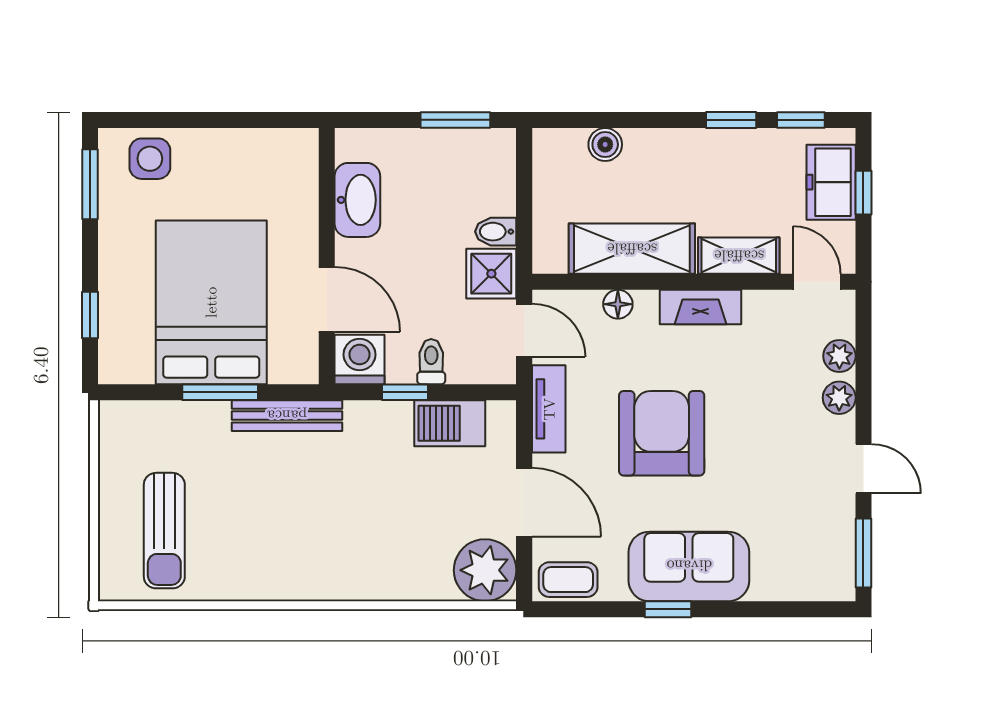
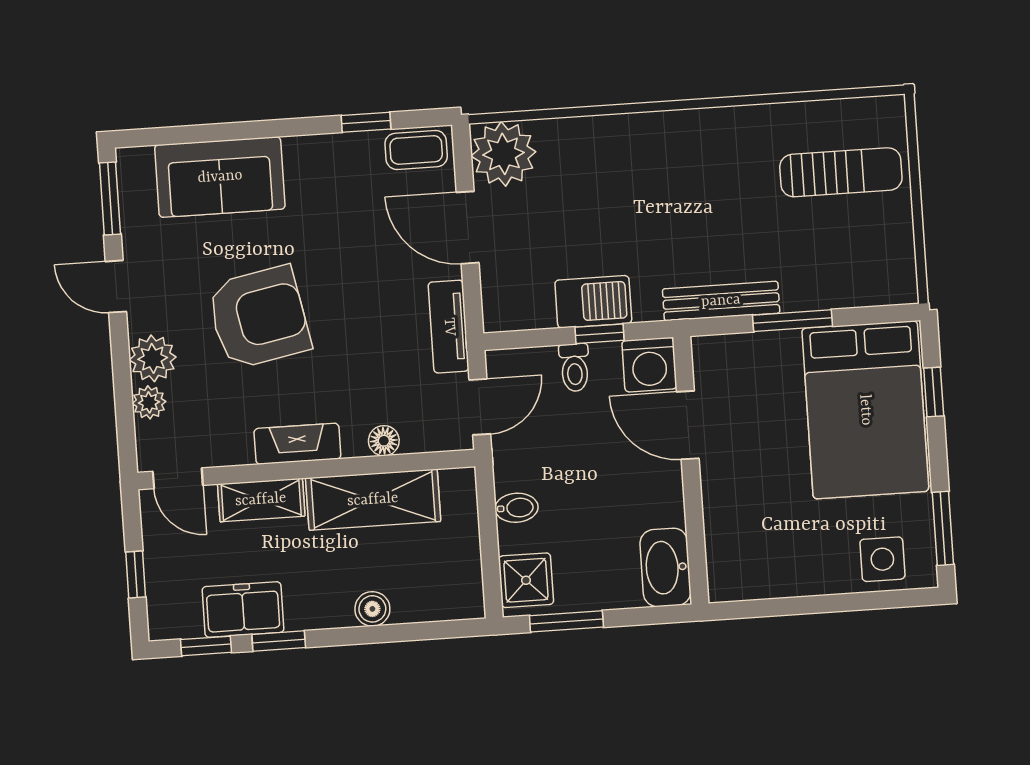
boiler: (605, 144) -> (372, 609), moved
freezer: (831, 182) -> (243, 609), moved, turned -90
washbasin: (357, 200) -> (665, 567), moved
shower: (491, 274) -> (526, 580), moved
bed: (211, 302) -> (865, 410), moved
door: (524, 330) -> (480, 407), swing flipped
plant: (839, 398) -> (153, 358), width x1.38, depth x1.38
barbecue: (450, 423) -> (593, 302), moved
armchair: (662, 433) -> (259, 317), moved, turned -101
sun lounger: (164, 531) -> (841, 172), turned 90
sofa: (689, 566) -> (220, 177), moved
window: (668, 609) -> (366, 122), moved

